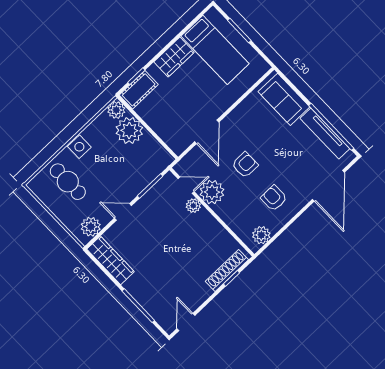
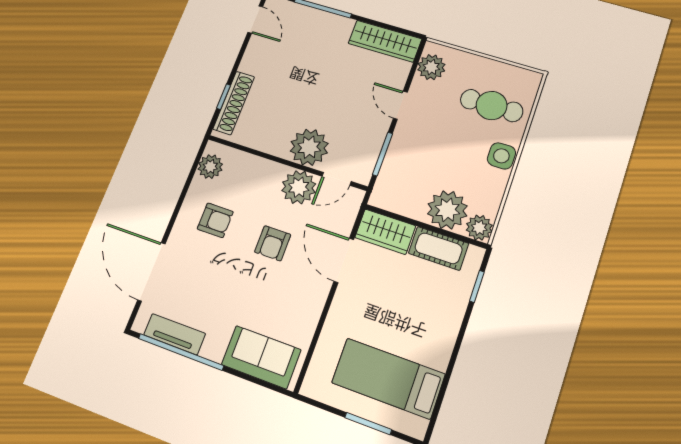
wardrobe: (174, 57) -> (385, 232), moved, turned -90
cot: (139, 90) -> (439, 248), moved, turned 90
tv unit: (325, 134) -> (175, 334), width x0.71
plant: (193, 206) -> (309, 147), width x1.88, depth x1.88
door: (123, 212) -> (400, 105), swing flipped

